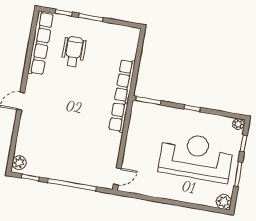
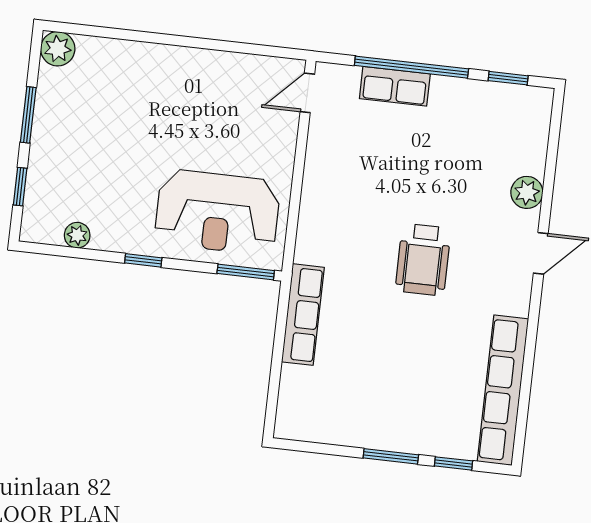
wheelchair: (74, 52) -> (423, 260), moved
row of seats: (118, 117) -> (395, 86), moved, turned 90
plant: (238, 124) -> (77, 235), moved
reception desk: (196, 157) -> (217, 212), moved, width x0.74, depth x0.77
plant: (19, 163) -> (527, 192), moved

